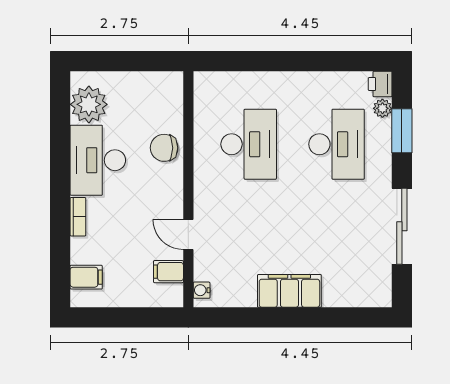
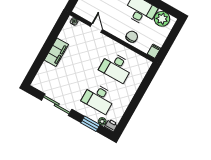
door: (188, 234) -> (96, 28), hinge flipped
filing cabinet: (168, 272) -> (154, 51), moved

